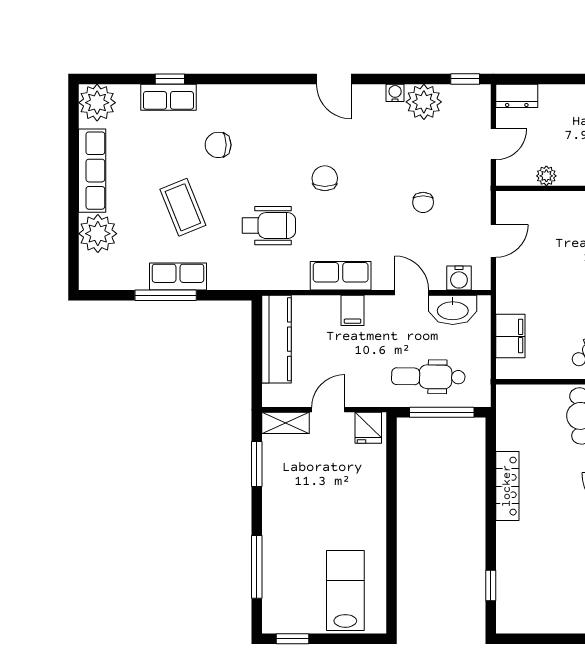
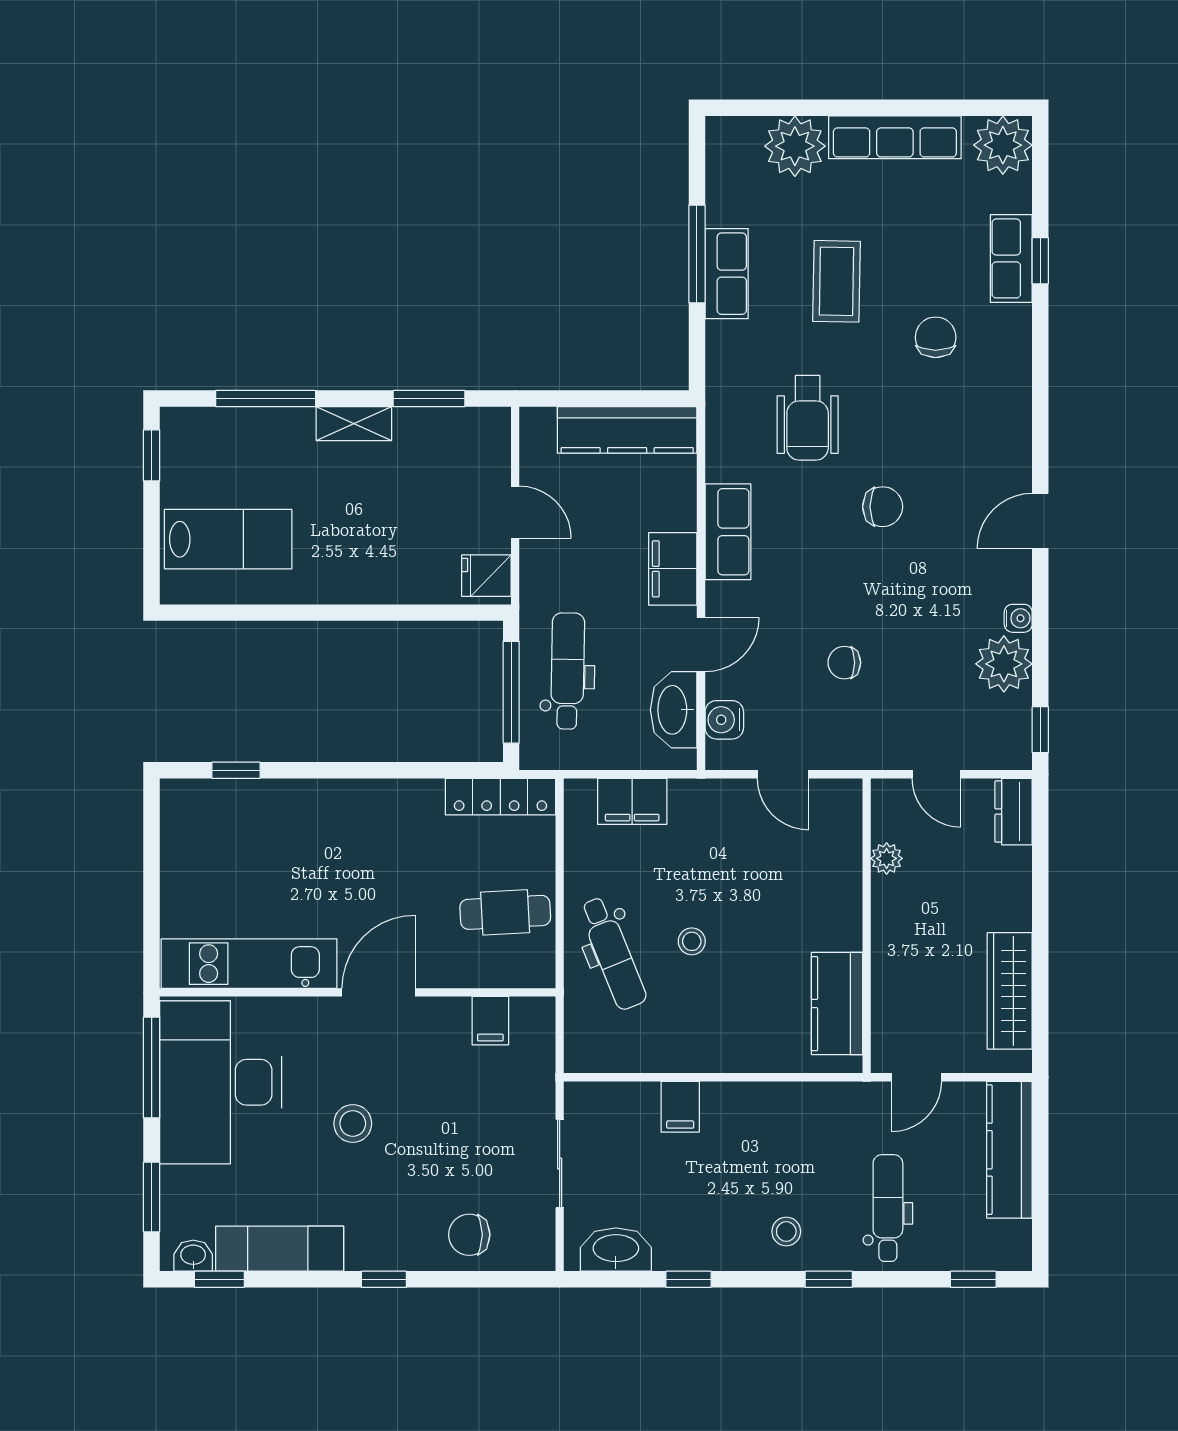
coffee table: (183, 207) -> (837, 281), turned -67
filing cabinet: (352, 310) -> (673, 569), width x2.00
shelving: (285, 423) -> (354, 424), moved, turned 90
locker: (507, 486) -> (500, 797), moved

